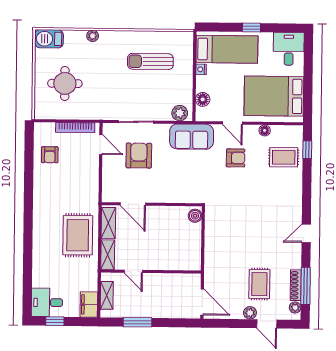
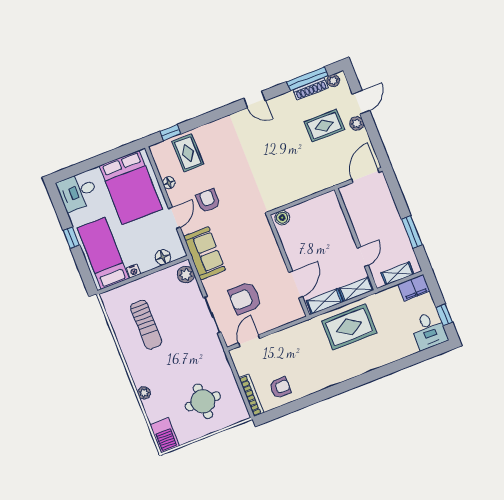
bookcase: (75, 128) -> (251, 395), moved

